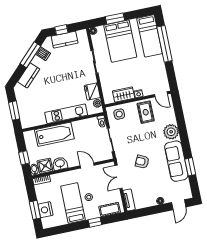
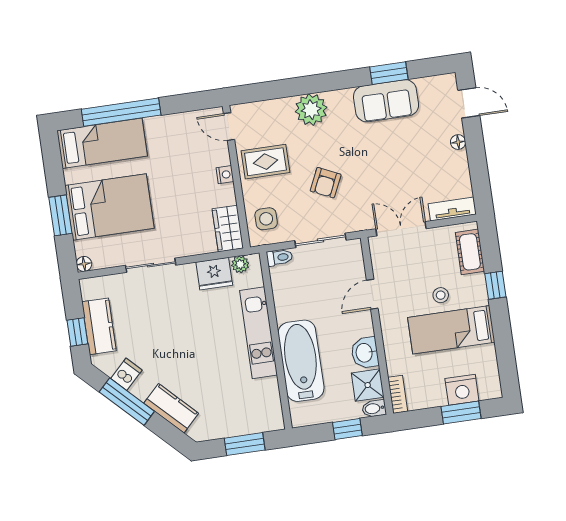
wardrobe: (124, 94) -> (228, 229), moved
door: (161, 94) -> (229, 127), swing flipped
sofa: (176, 161) -> (386, 101), width x0.73
armchair: (142, 162) -> (326, 183), moved
double door: (118, 177) -> (401, 229), swing flipped

